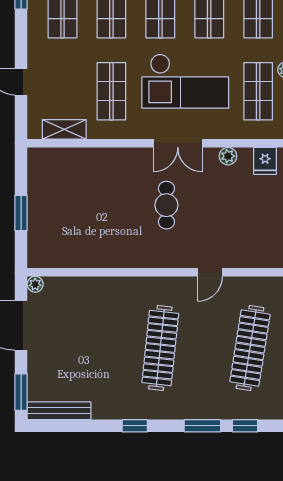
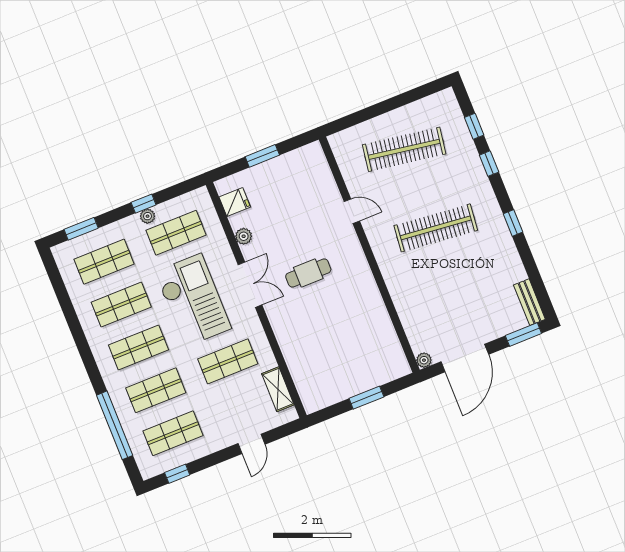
bench: (59, 411) -> (529, 302), width x0.73
window: (202, 426) -> (489, 164), width x0.67

